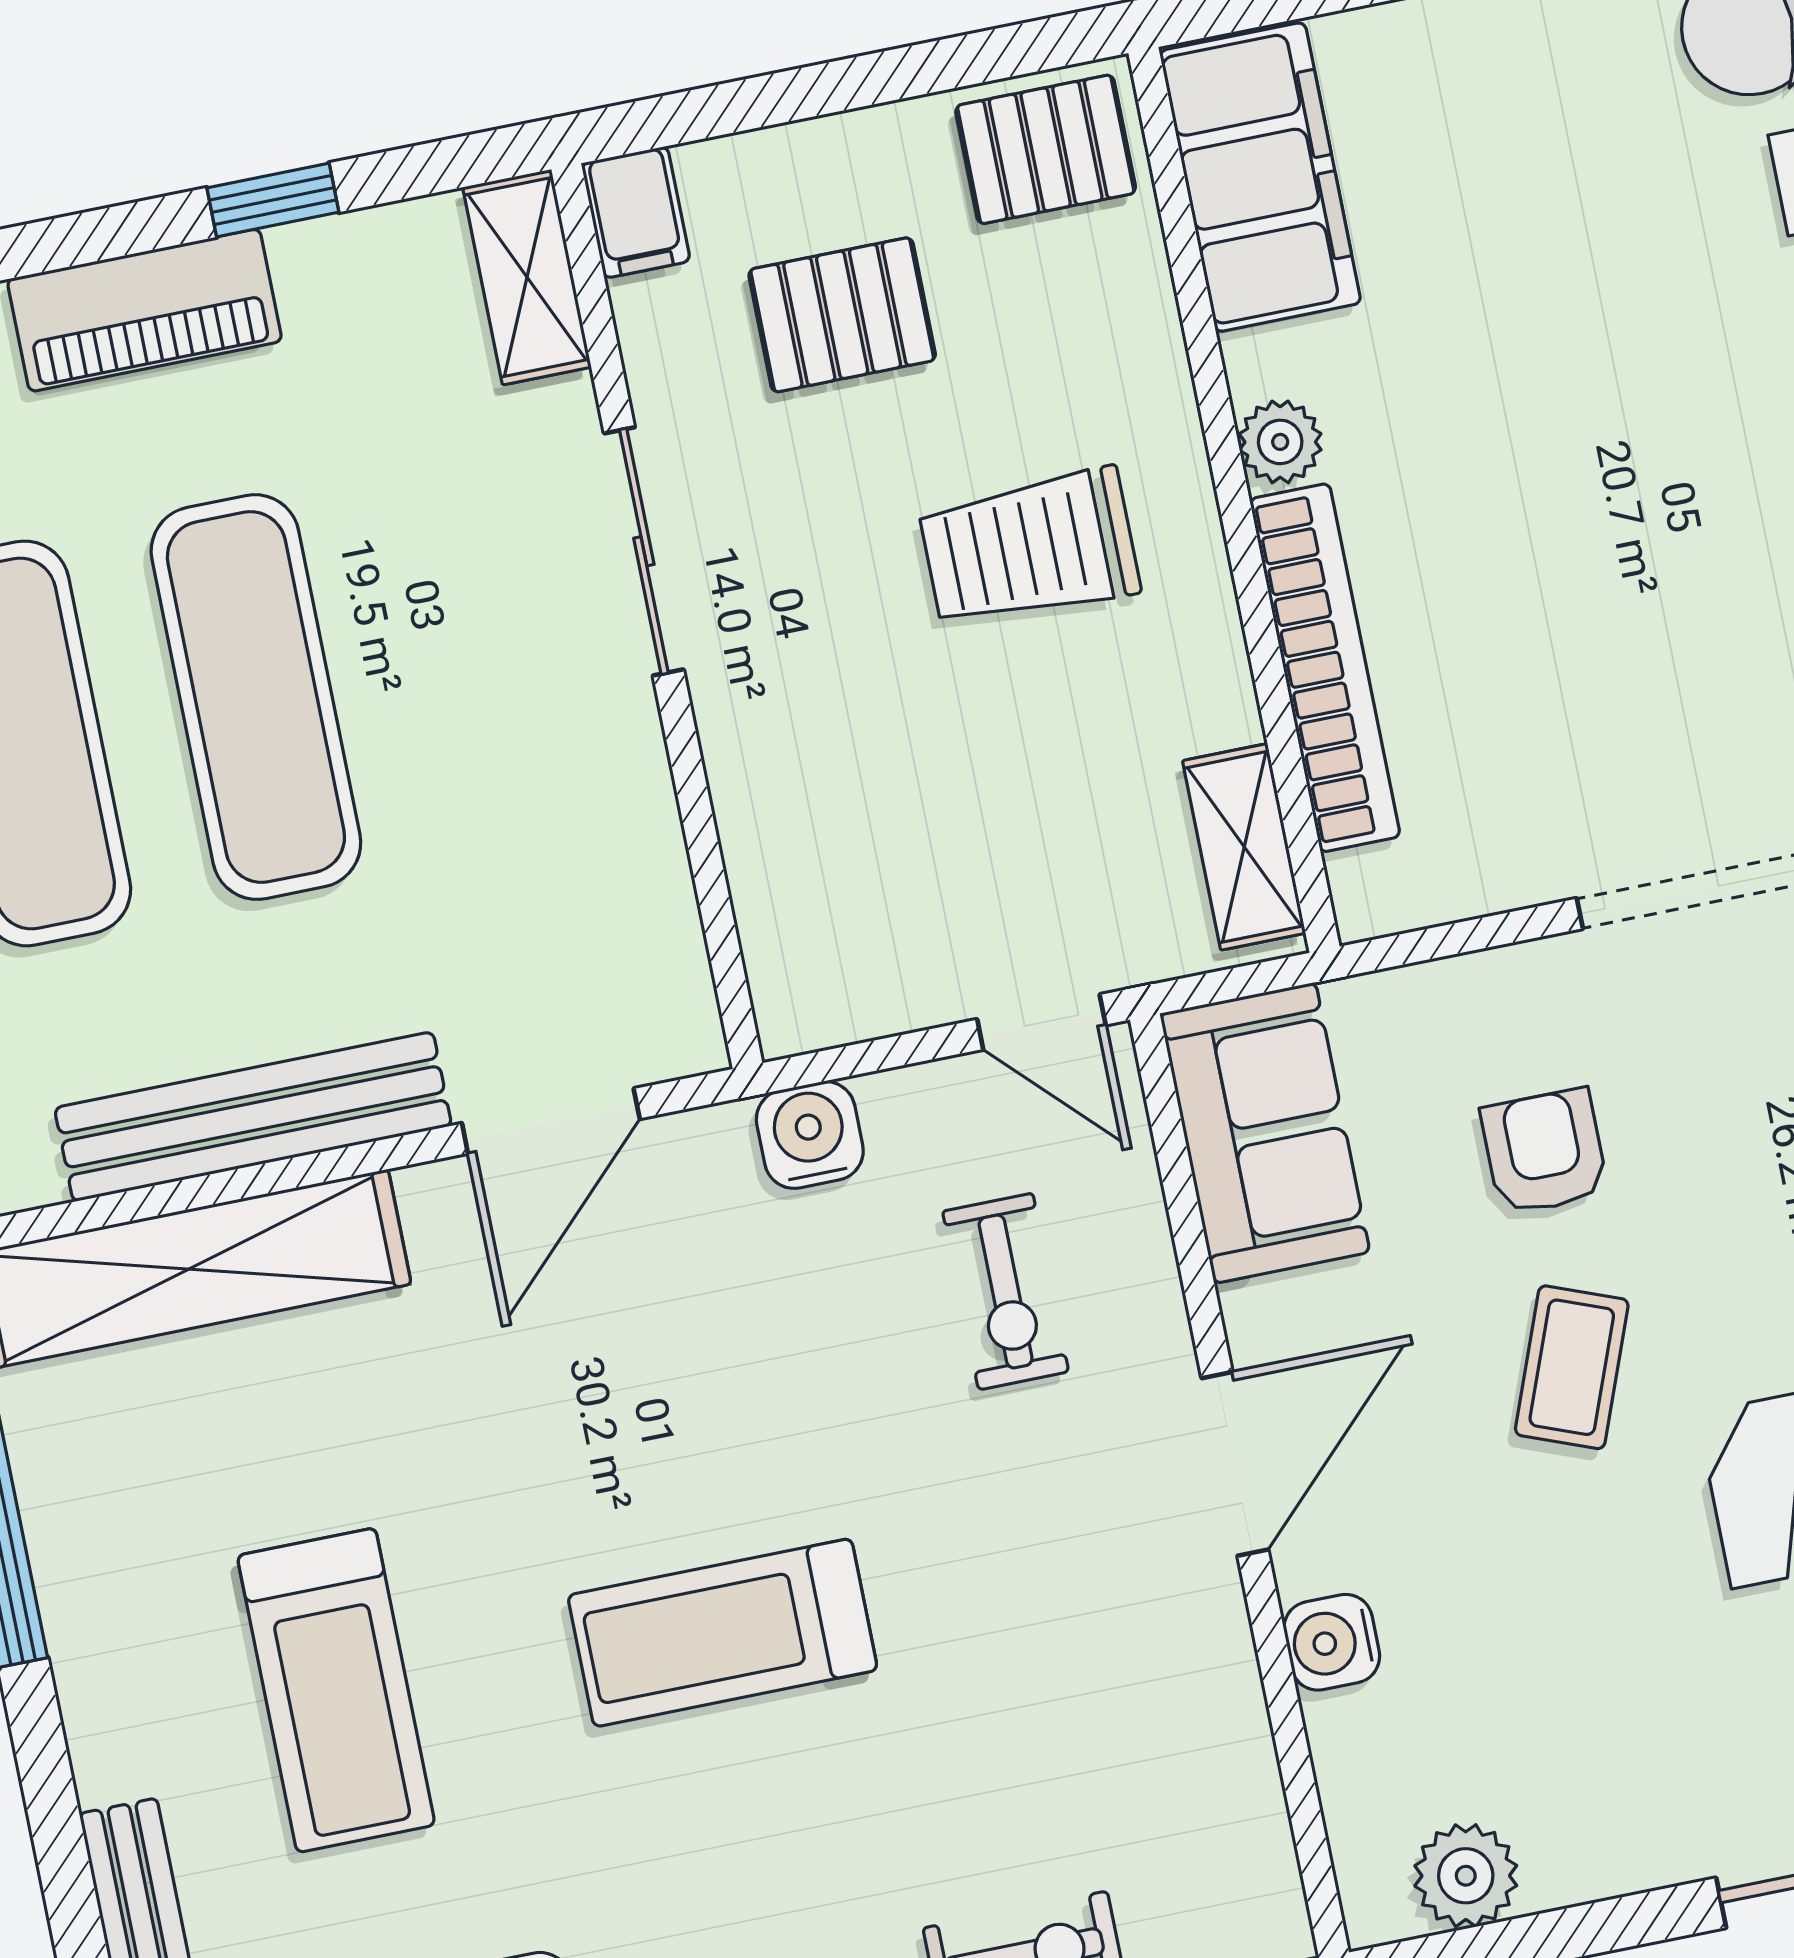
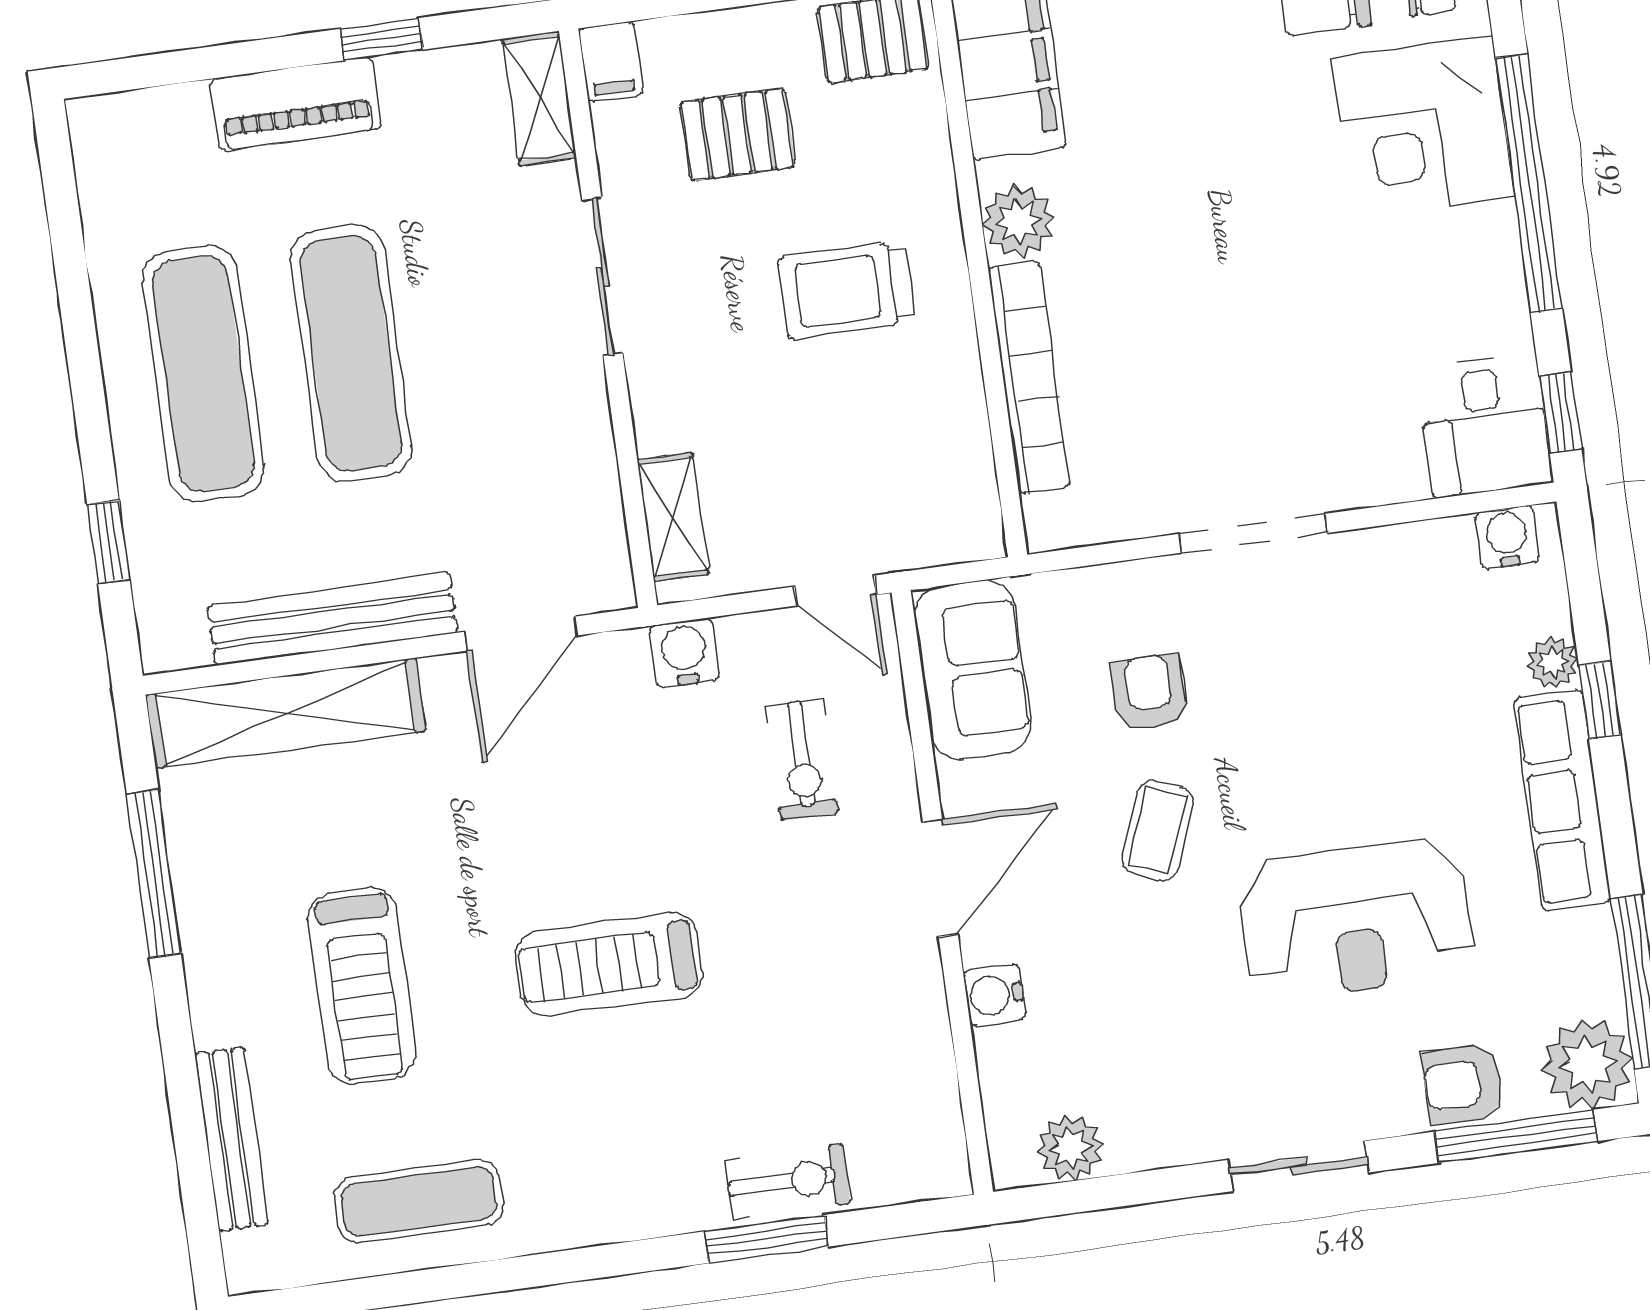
plant: (1280, 442) -> (1018, 221), width x1.38, depth x1.38
shelving: (1244, 847) -> (673, 517), moved

